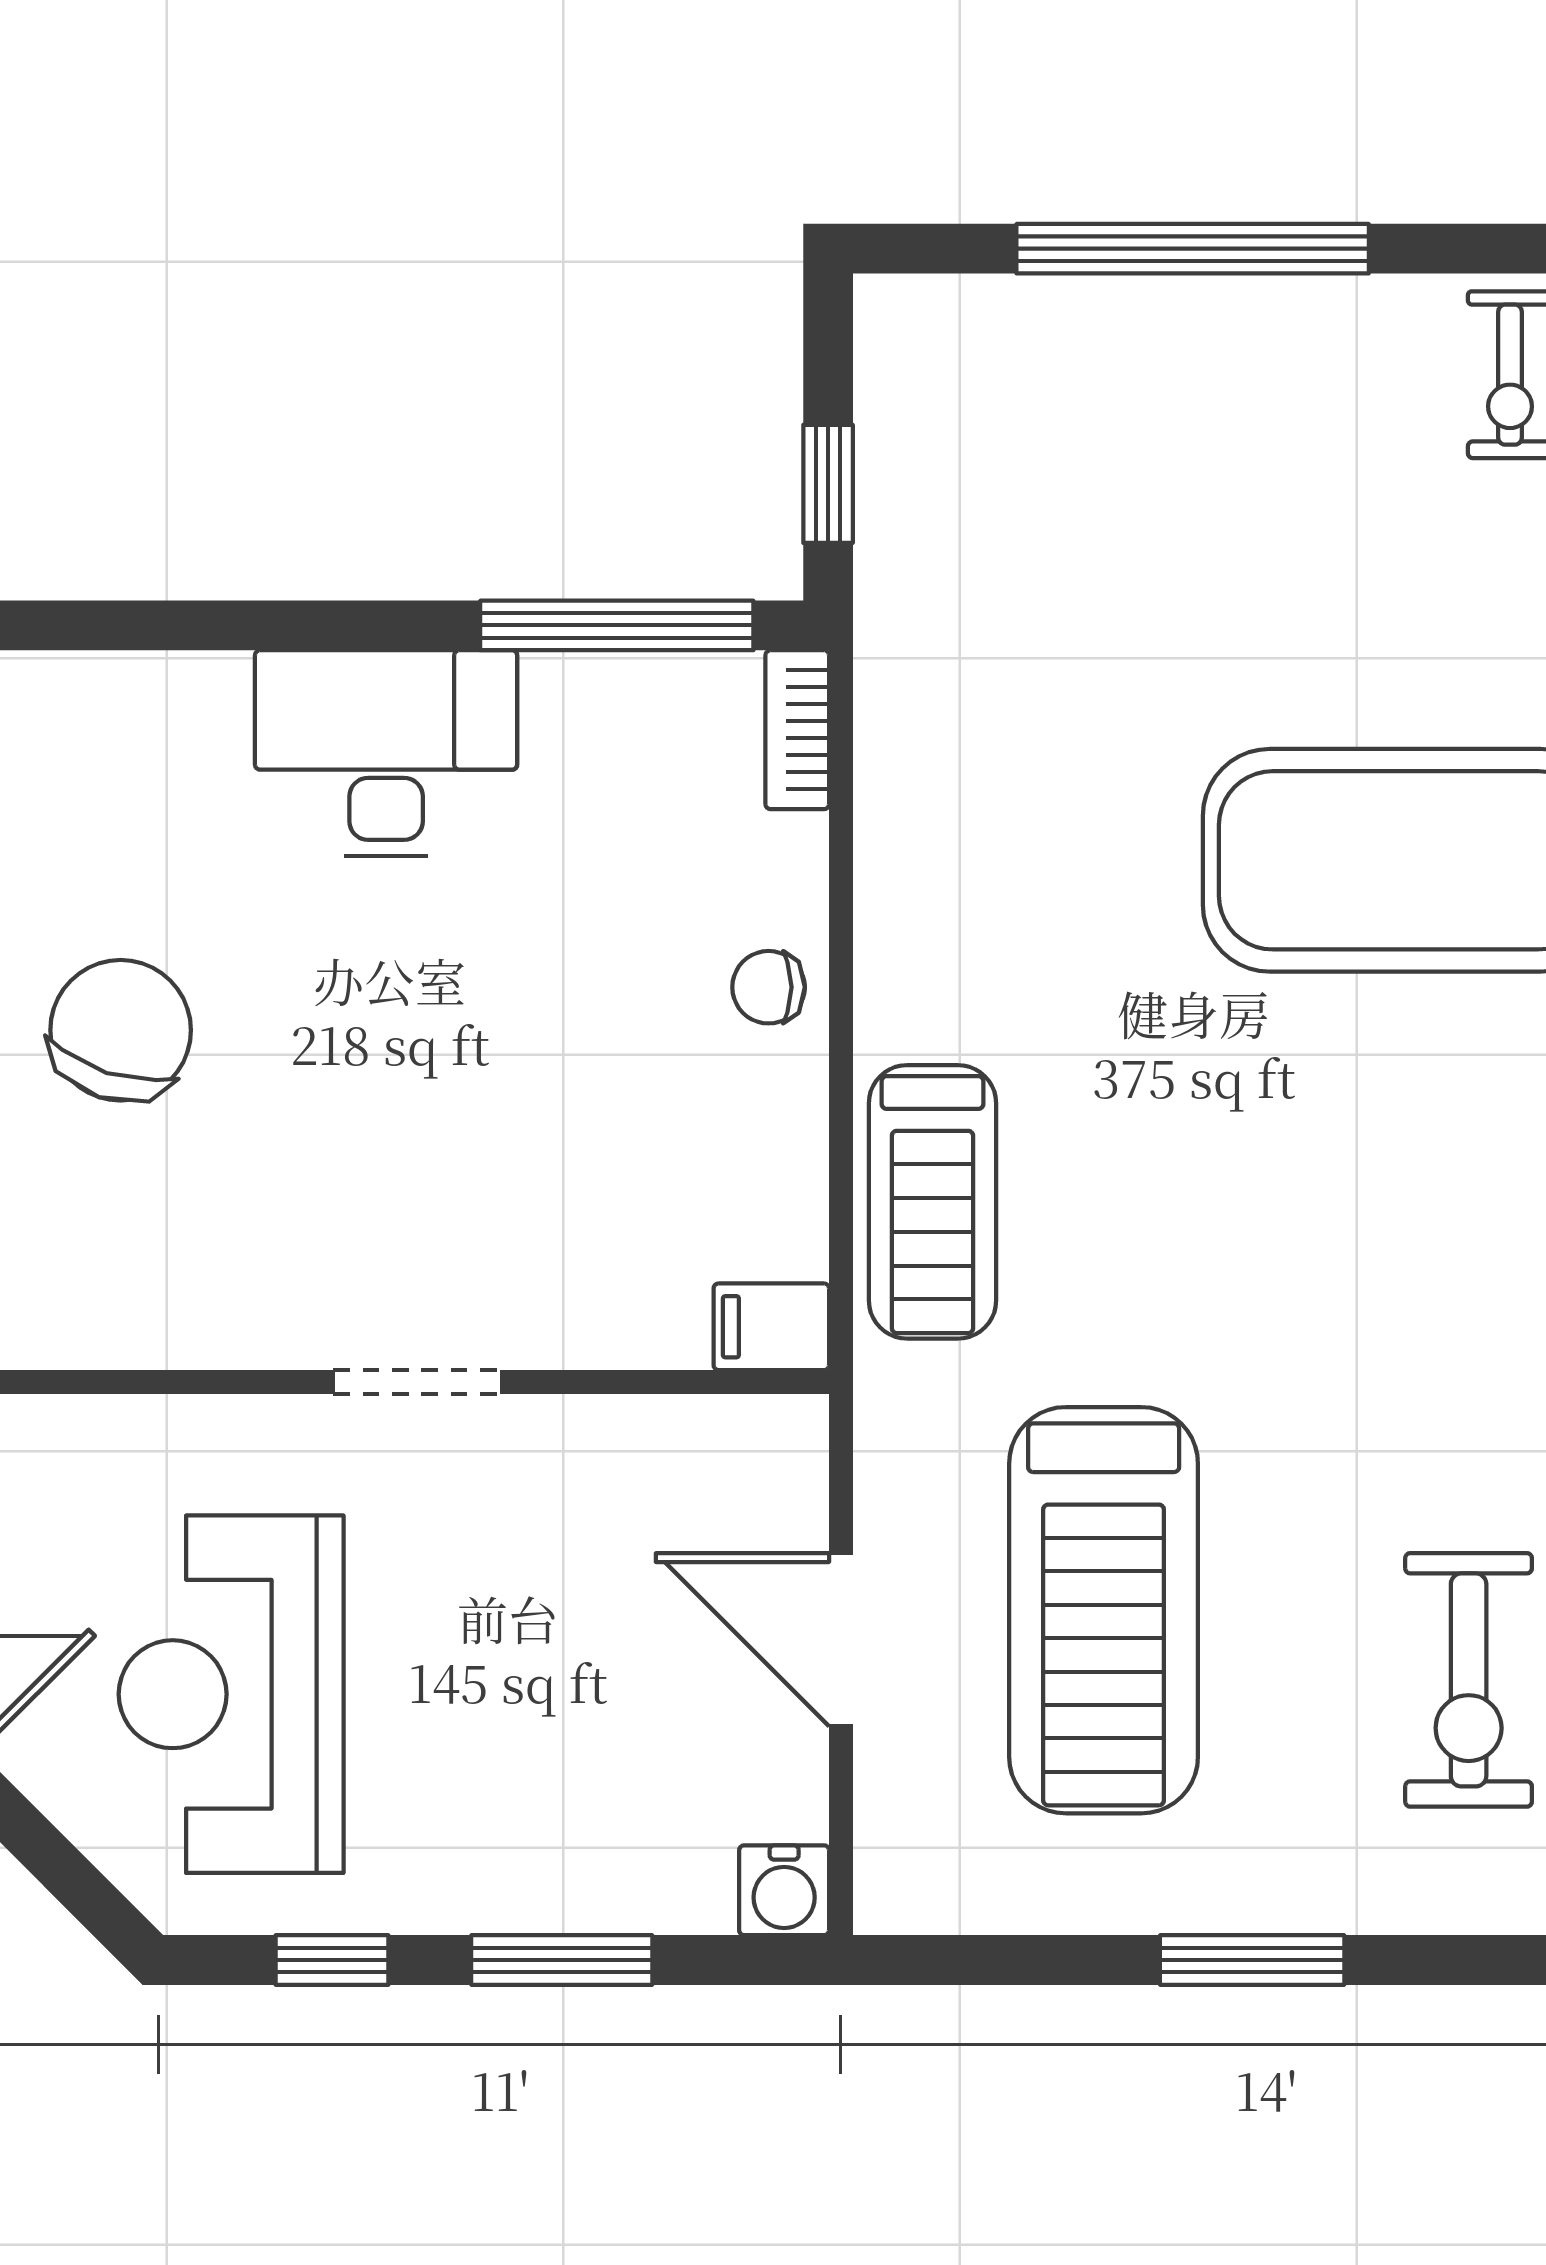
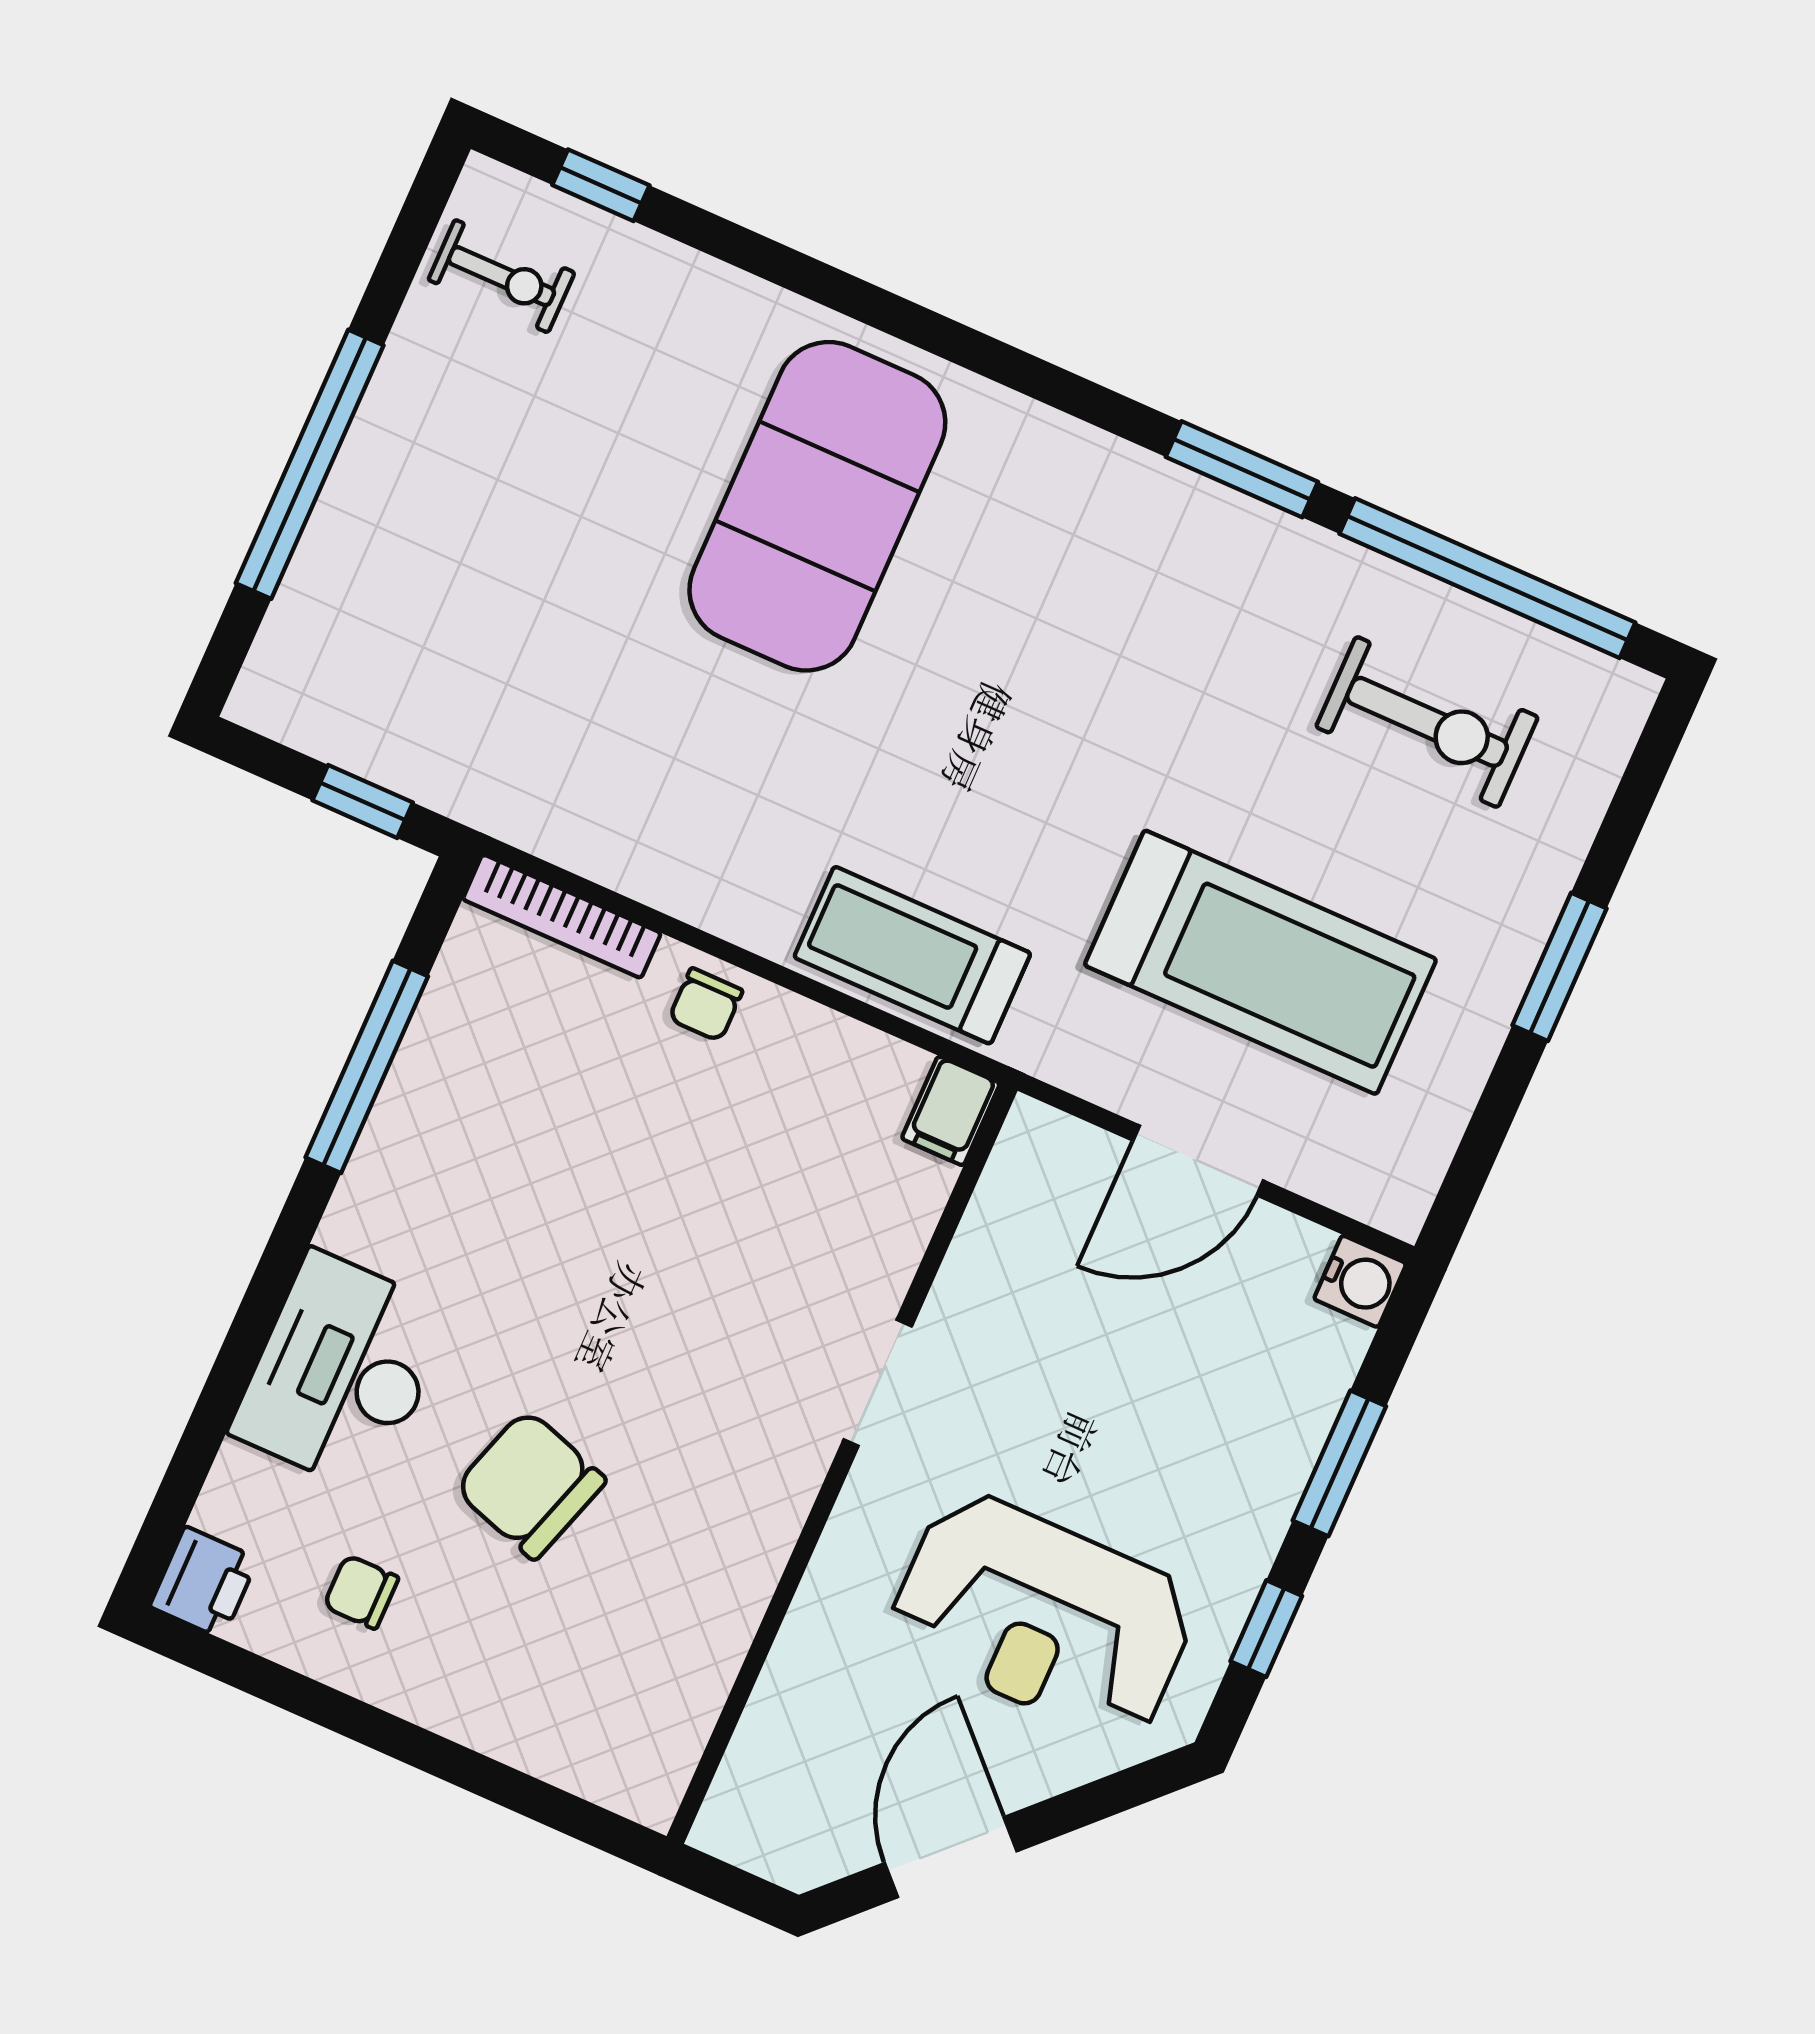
window: (617, 625) -> (367, 1067), moved
bookcase: (797, 730) -> (562, 916), width x1.56
desk: (386, 753) -> (342, 1372), moved
treadmill: (932, 1202) -> (912, 955), turned 180

